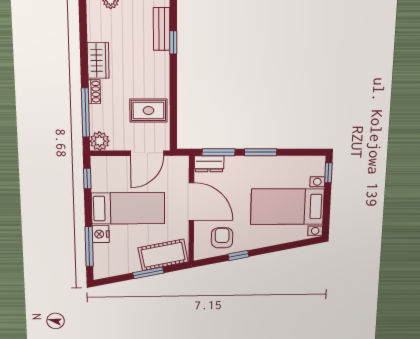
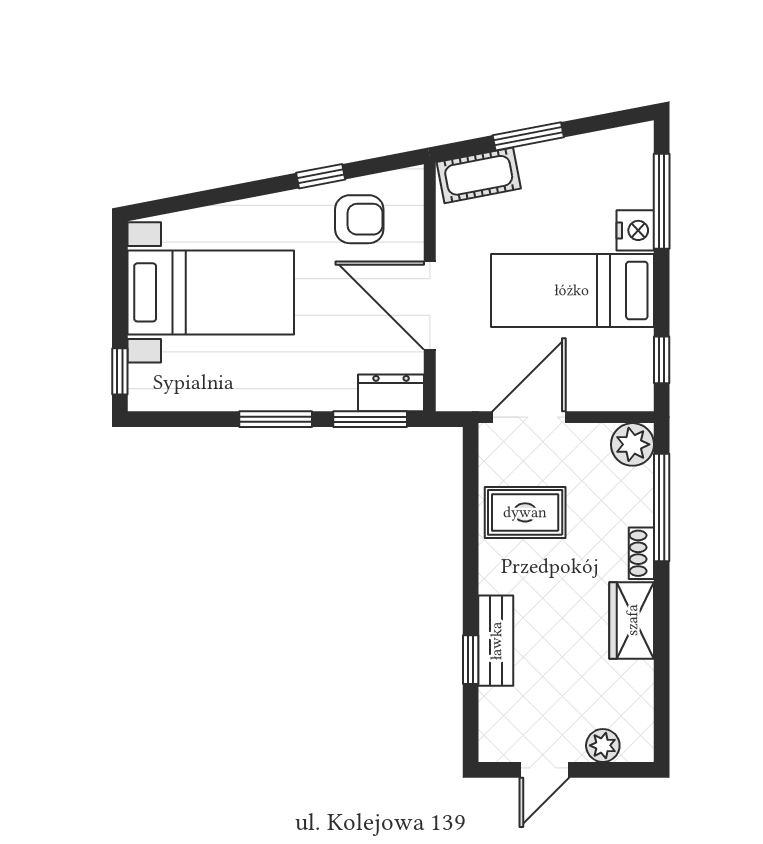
bench: (162, 29) -> (496, 641), moved
armchair: (222, 238) -> (359, 219), turned -90
cot: (163, 255) -> (479, 175), width x0.73, depth x0.75

